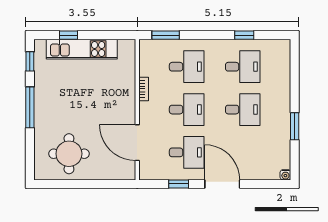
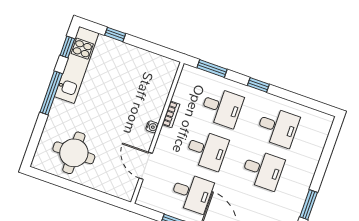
window: (244, 35) -> (258, 85), moved
kitchen unit: (82, 49) -> (77, 65), moved, turned -90
water cooler: (131, 106) -> (152, 127), added
door: (137, 143) -> (146, 166), width x0.73

